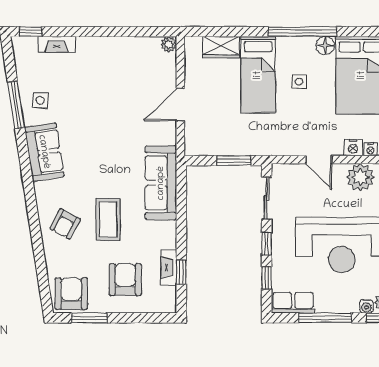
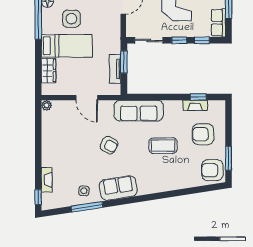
side table: (299, 82) -> (71, 19), width x1.87, depth x1.87
tv unit: (224, 147) -> (115, 69), added
armchair: (65, 224) -> (109, 145), moved

